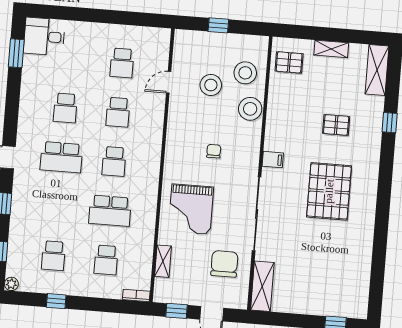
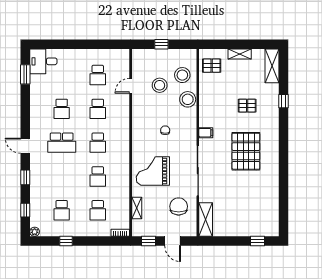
grand piano: (191, 209) -> (153, 171), turned 90
school desk: (110, 211) -> (98, 176), width x0.54

